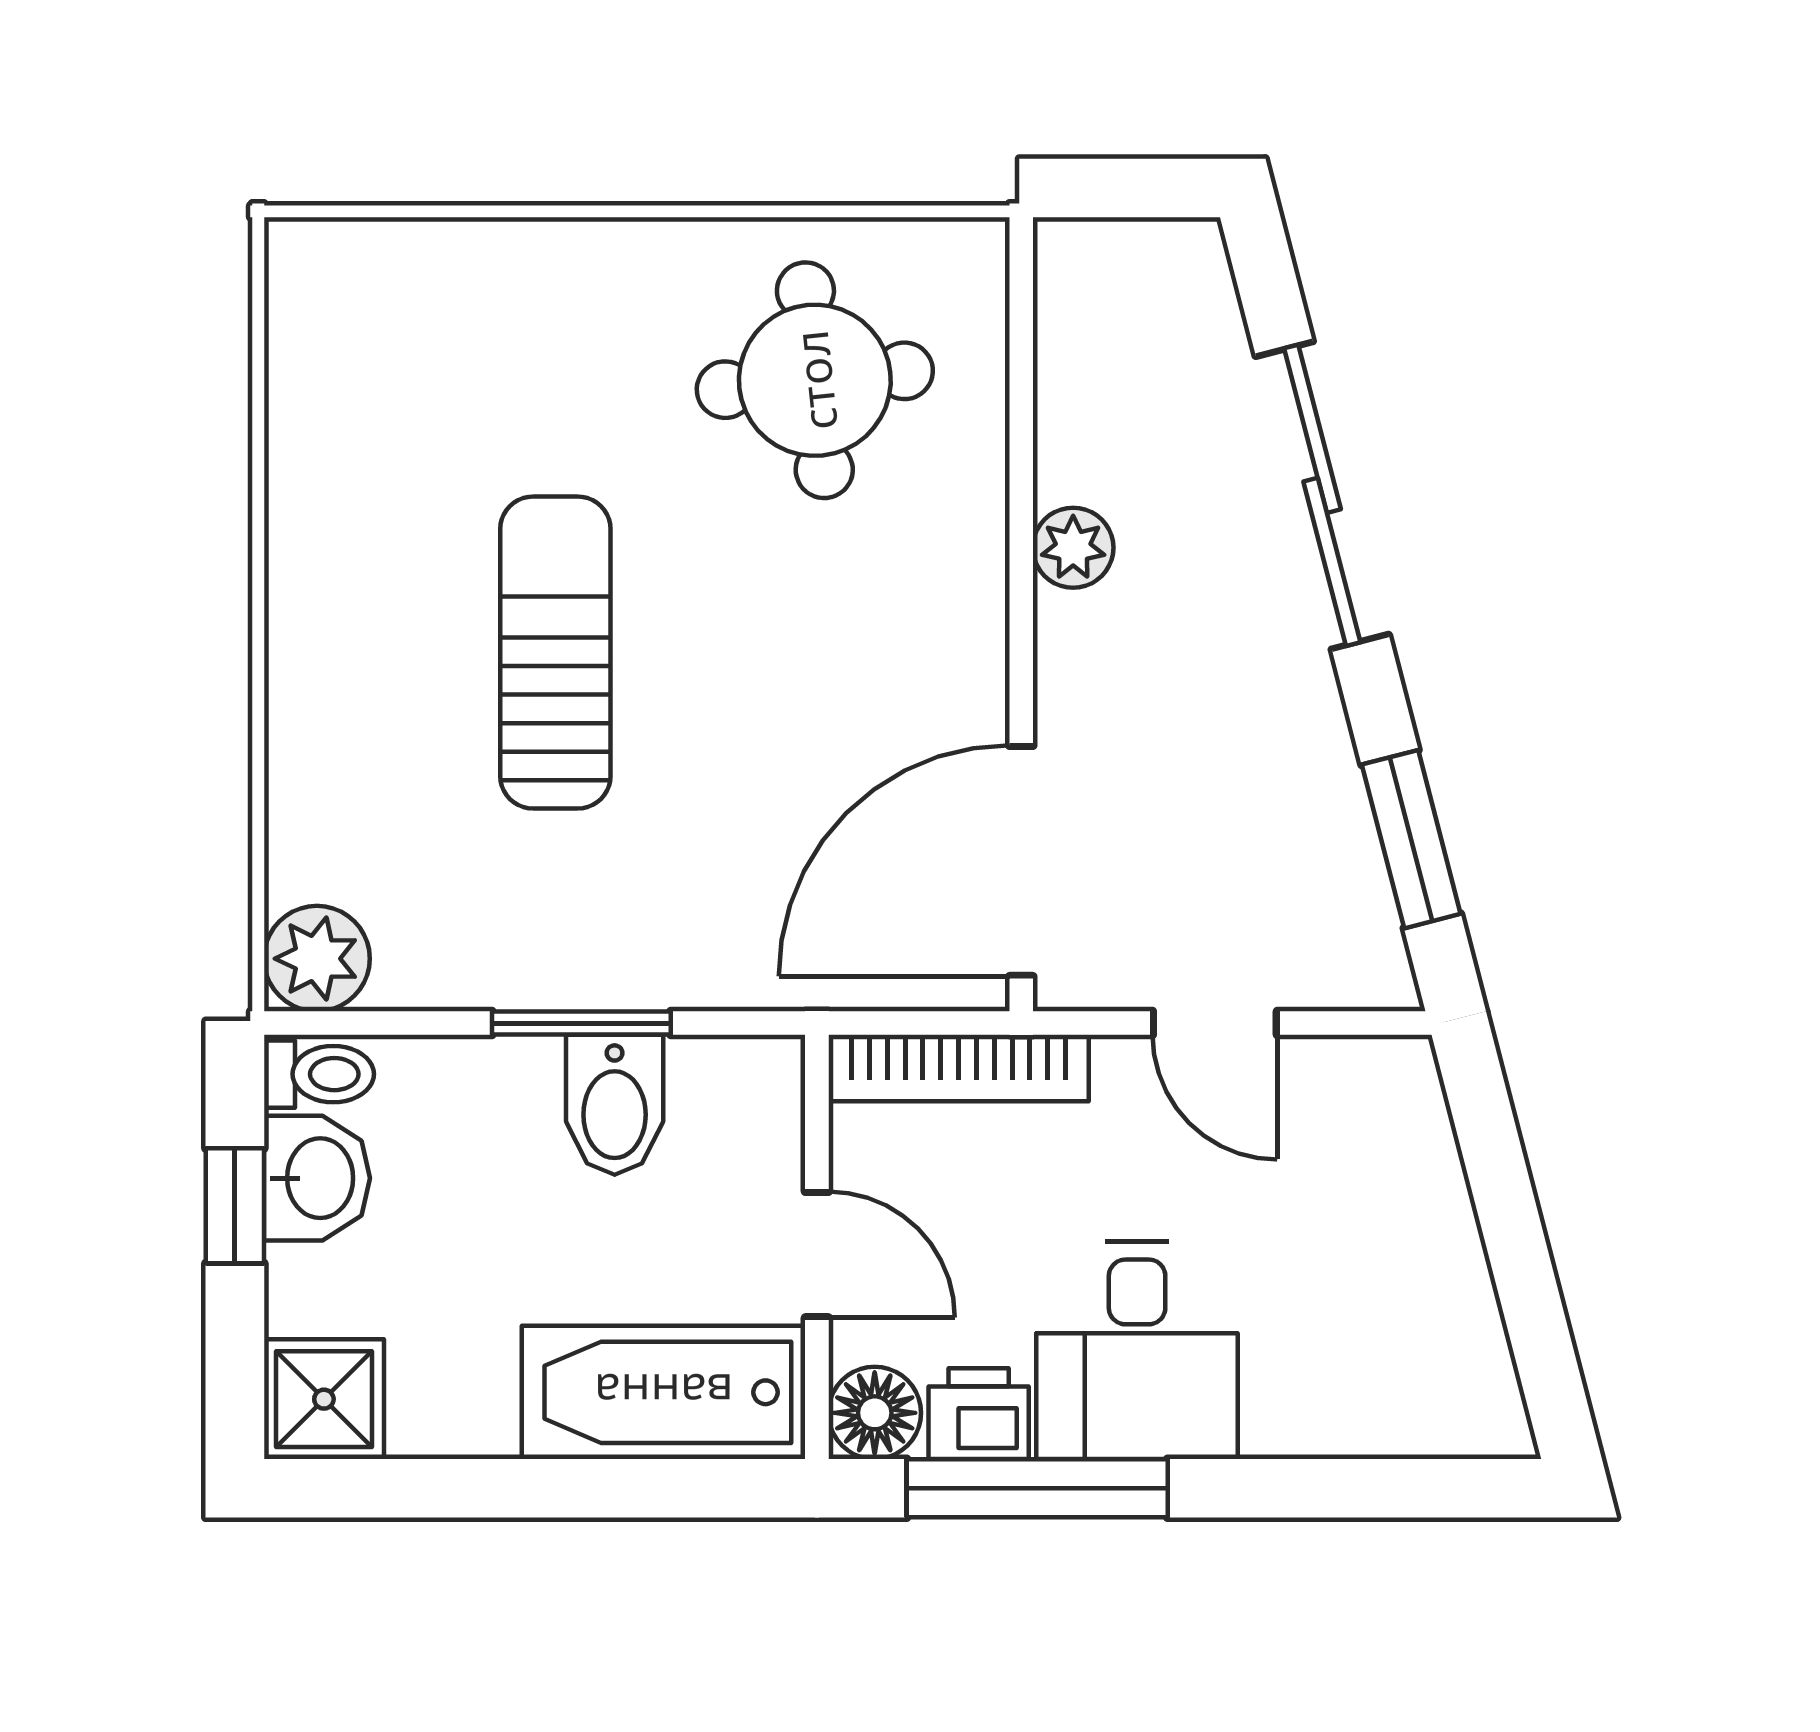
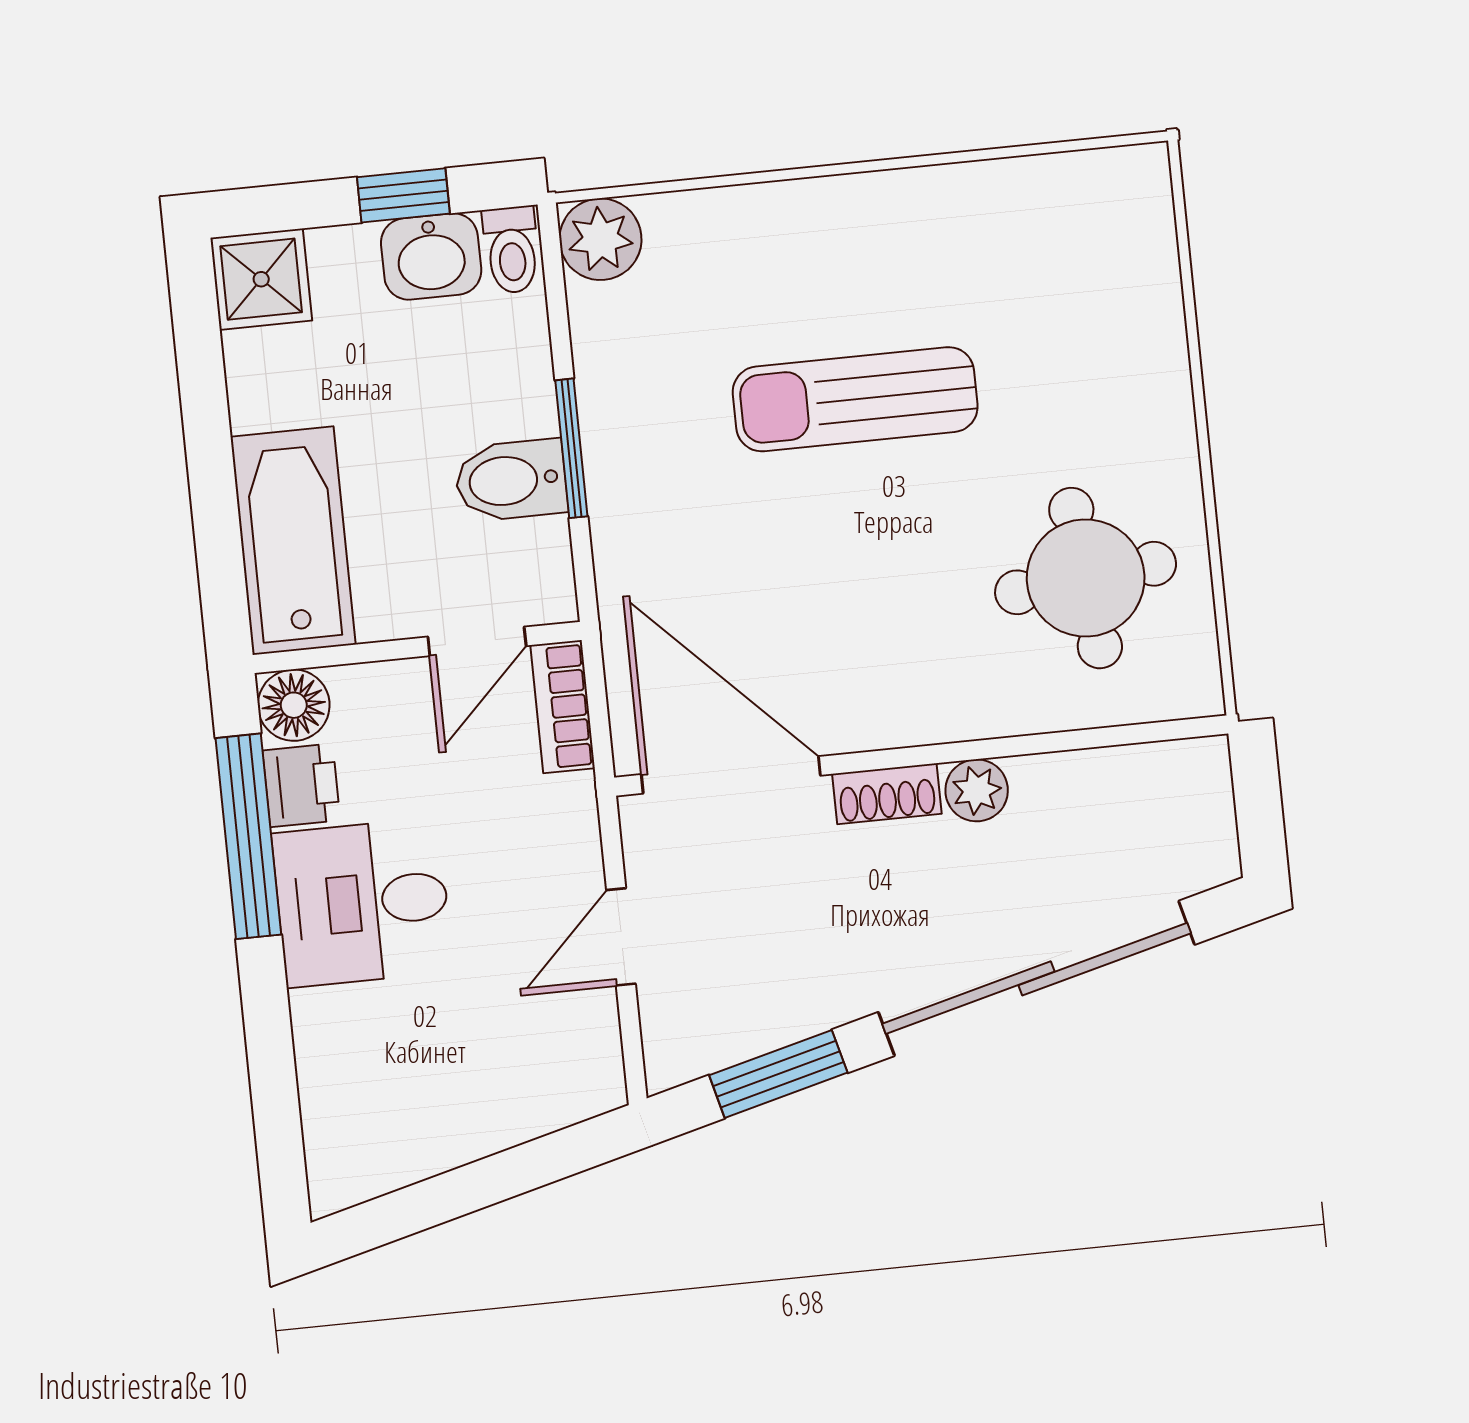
sliding door: (1322, 495) -> (1037, 978), width x1.36
sun lounger: (555, 653) -> (855, 399), turned 180
shoe rack: (1066, 663) -> (887, 794), added
bookcase: (959, 1068) -> (563, 707), width x0.64
door: (817, 1255) -> (477, 641), moved

